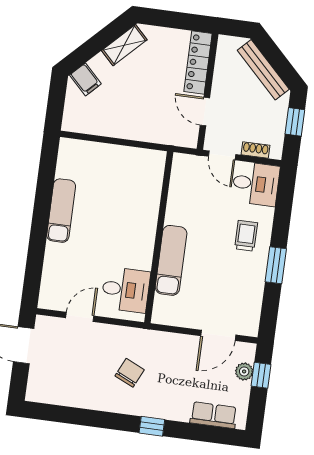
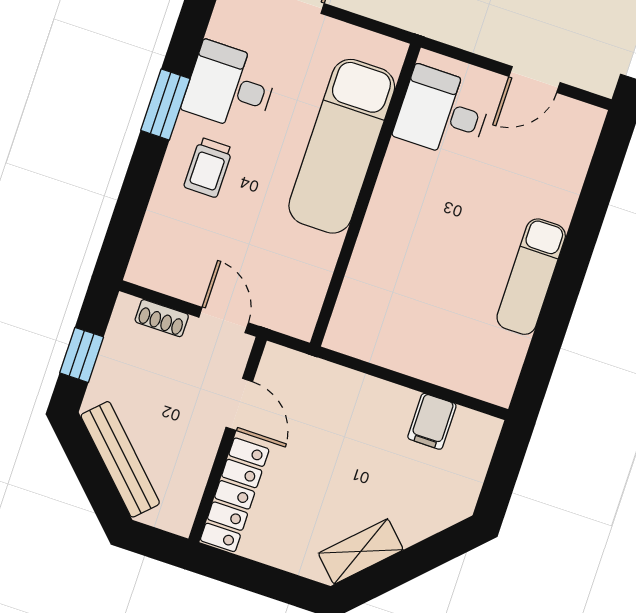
filing cabinet: (85, 79) -> (432, 421), moved, turned -135
desk: (256, 184) -> (230, 87), moved
exam couch: (171, 260) -> (342, 146), width x1.36, depth x1.45

